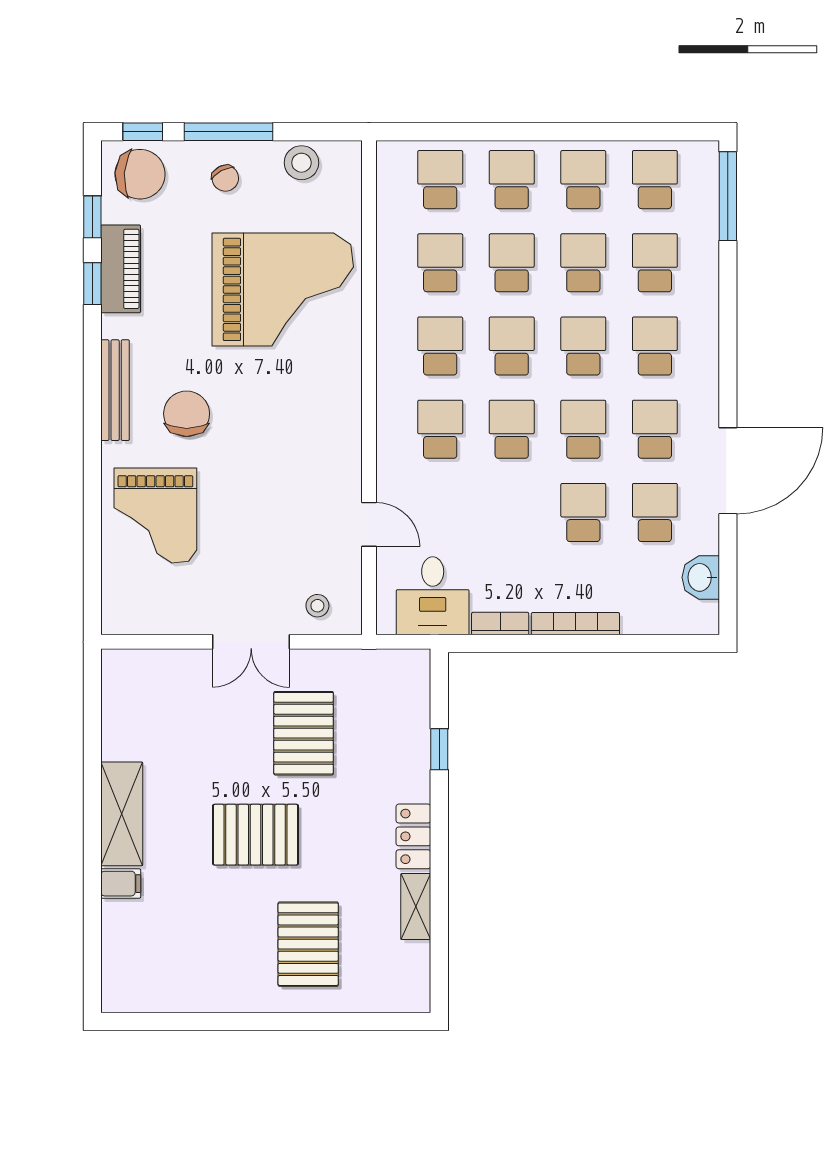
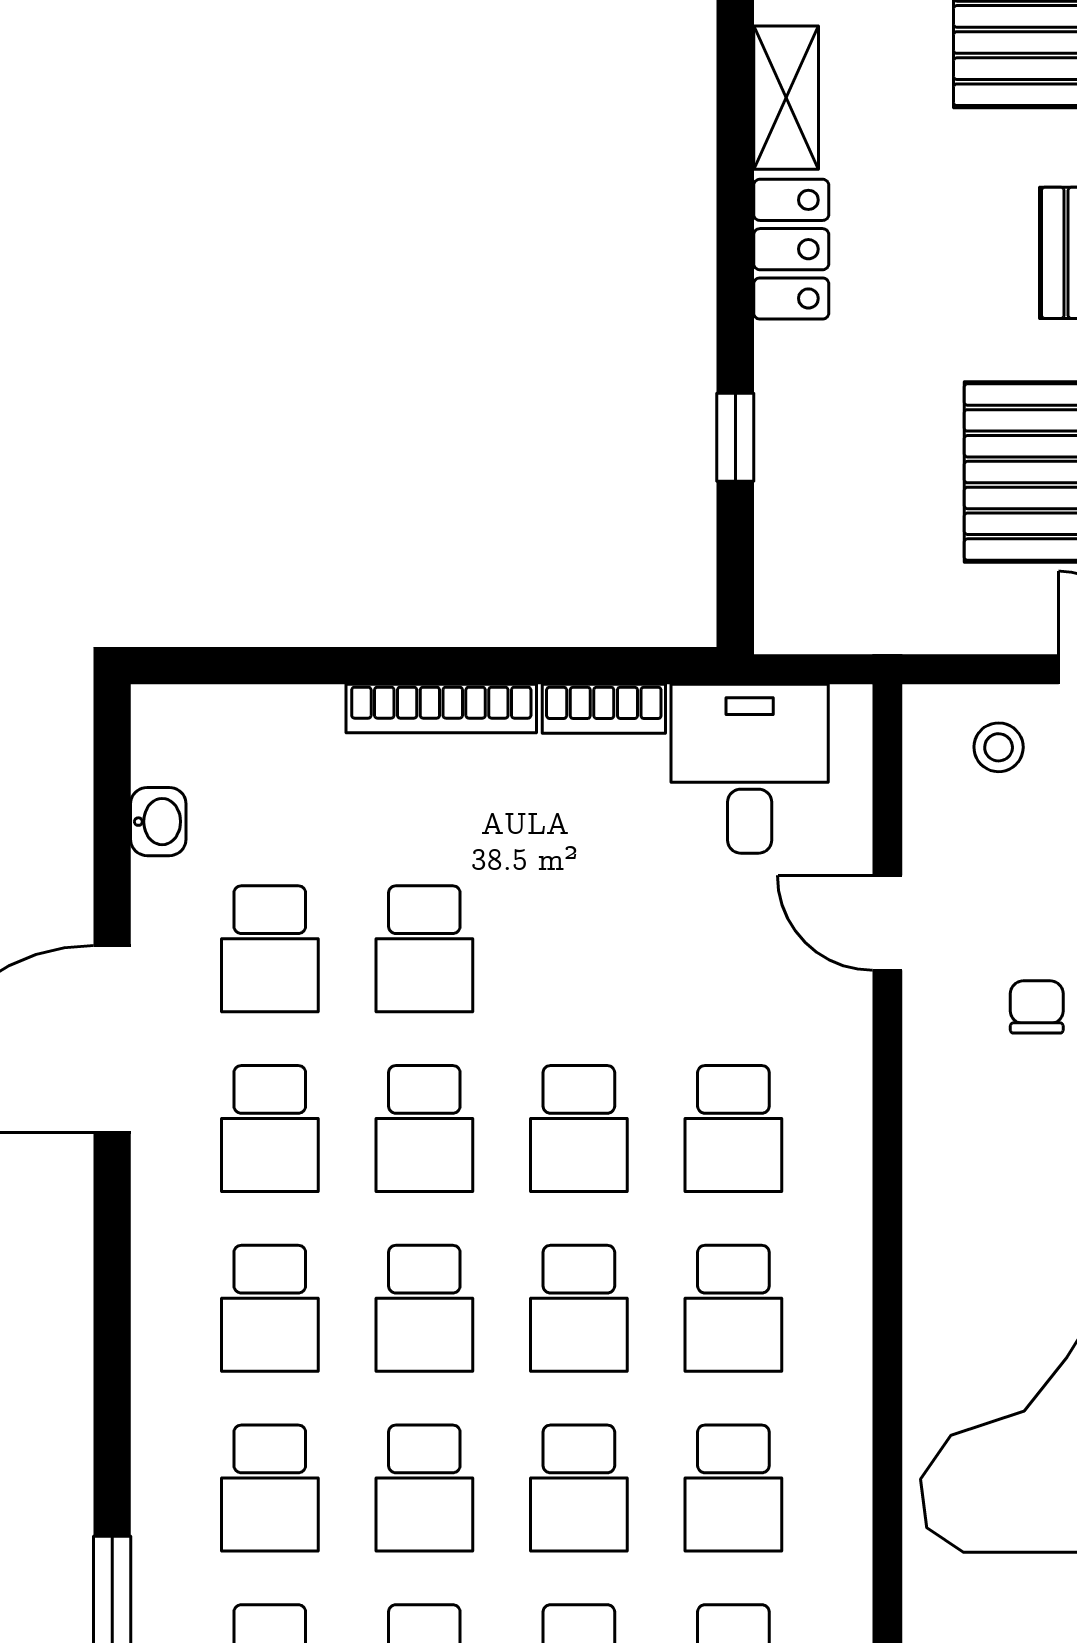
chair: (300, 486) -> (1037, 1007), added
washbasin: (701, 577) -> (158, 822), width x0.72, depth x0.69

